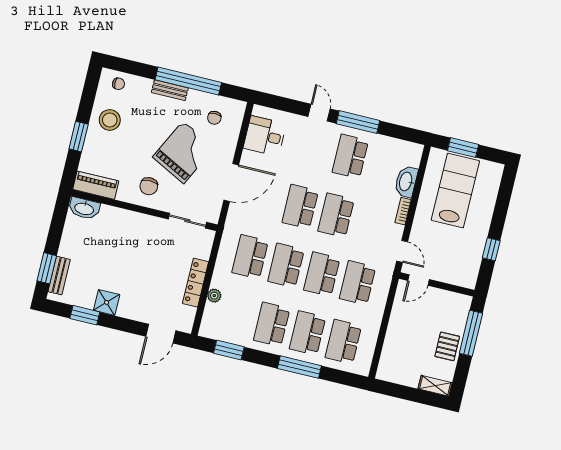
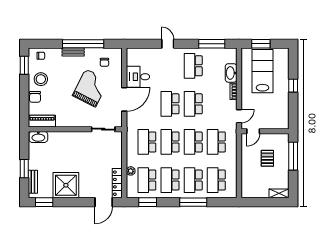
window: (358, 122) -> (212, 44), moved
desk: (265, 136) -> (138, 77), moved
window: (79, 137) -> (24, 65), moved
chair: (149, 186) -> (35, 97), moved
window: (491, 249) -> (293, 86), moved
door: (402, 251) -> (239, 116), hinge flipped
window: (47, 268) -> (24, 169), moved
locker: (196, 283) -> (117, 183), moved
shower: (107, 302) -> (66, 185), width x1.86, depth x1.86
window: (85, 315) -> (44, 202), moved
school desk: (236, 316) -> (147, 180), added
pallet: (447, 346) -> (267, 158), moved

